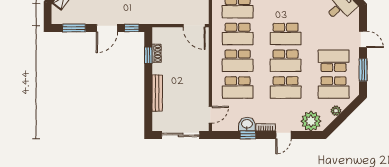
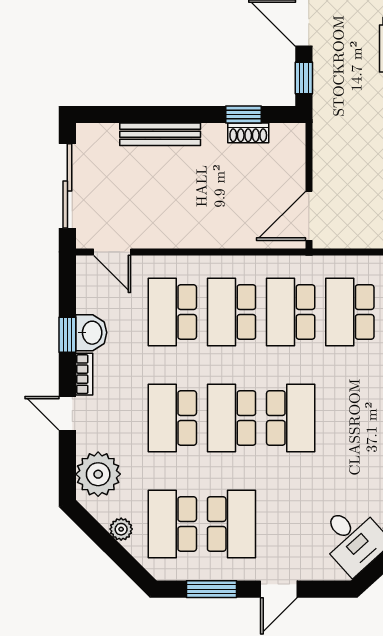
school desk: (286, 34) -> (291, 418), turned 180

